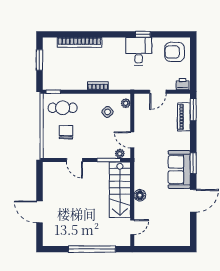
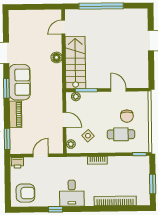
desk: (139, 51) -> (72, 193), moved
cafe table: (63, 108) -> (121, 134), moved
piano: (184, 117) -> (16, 114), moved
door: (132, 140) -> (64, 120), moved

